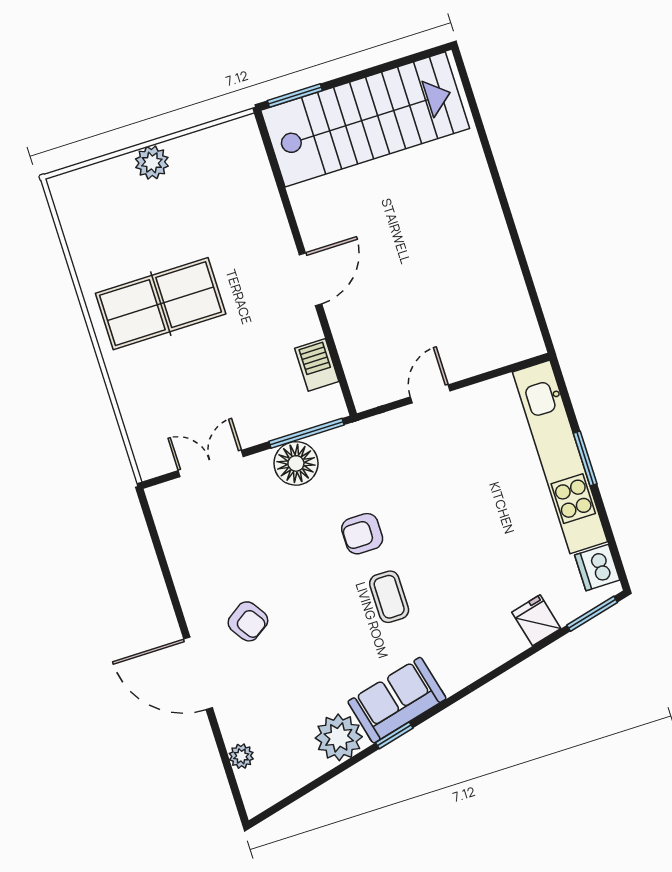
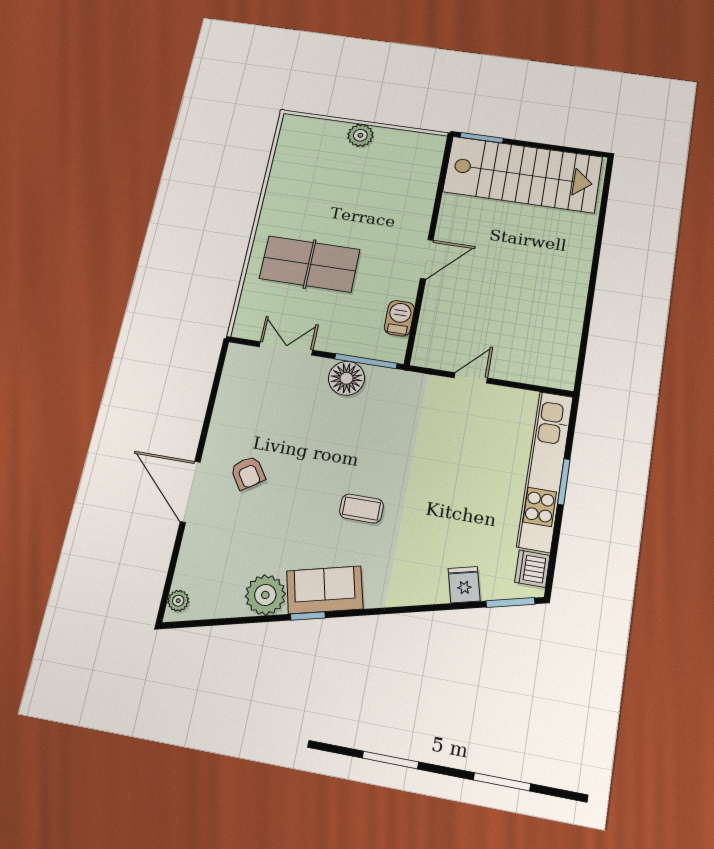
table tennis table: (161, 304) -> (310, 264), moved
armchair: (362, 534) -> (367, 452), removed
coffee table: (389, 597) -> (361, 508), turned 90
plant: (241, 756) -> (178, 601), moved

